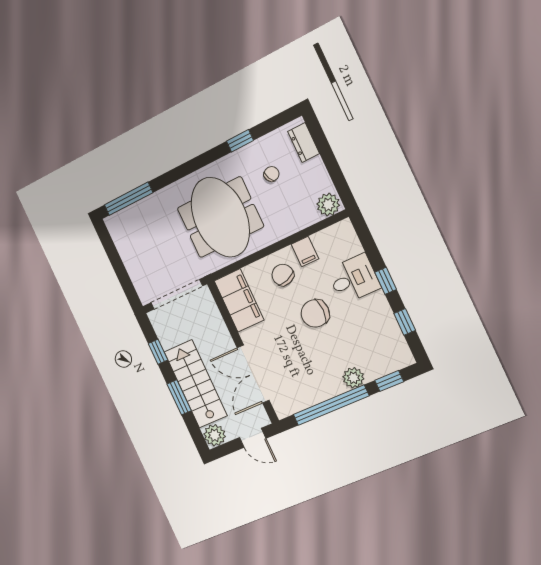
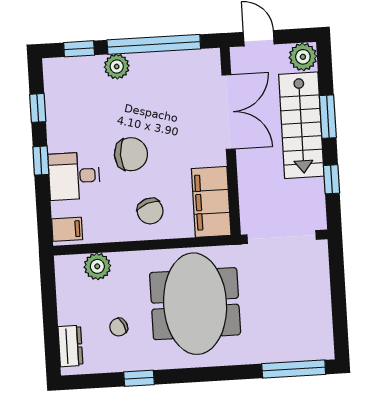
plant: (328, 205) -> (97, 266), moved
filing cabinet: (305, 252) -> (67, 229), moved, turned 90

